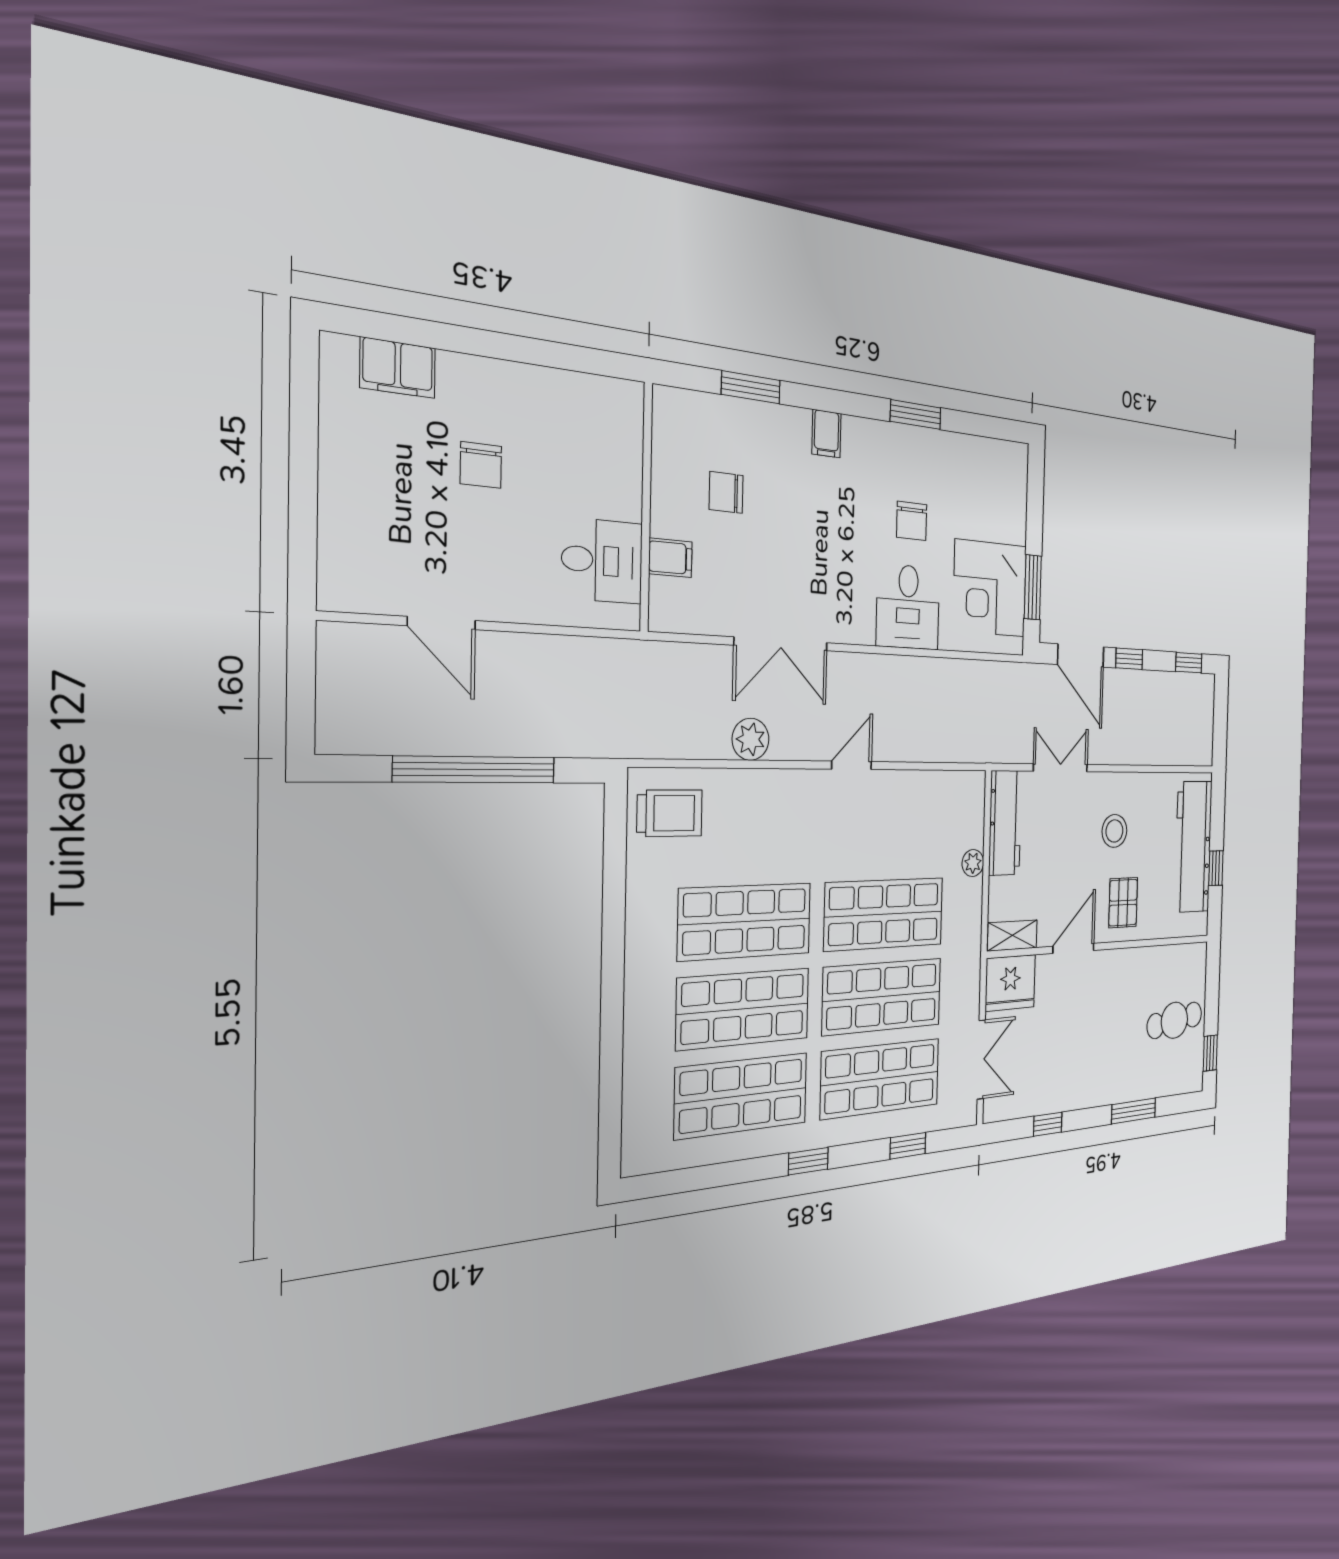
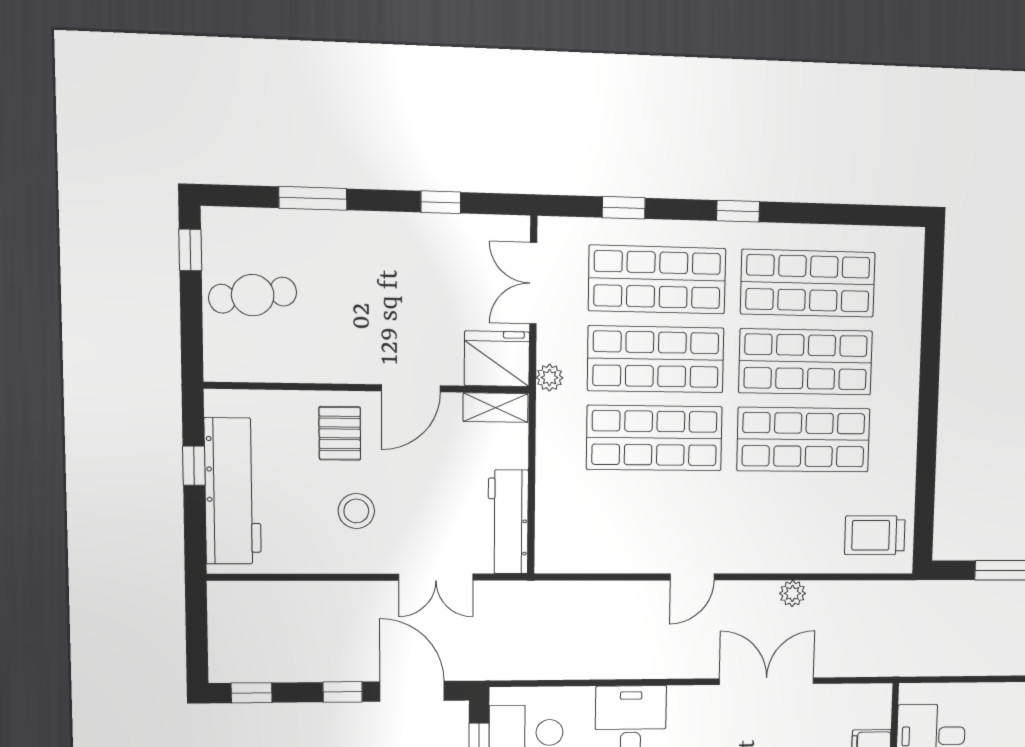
plant: (751, 739) -> (792, 593), width x0.73, depth x0.73
plant: (973, 863) -> (549, 378), moved

